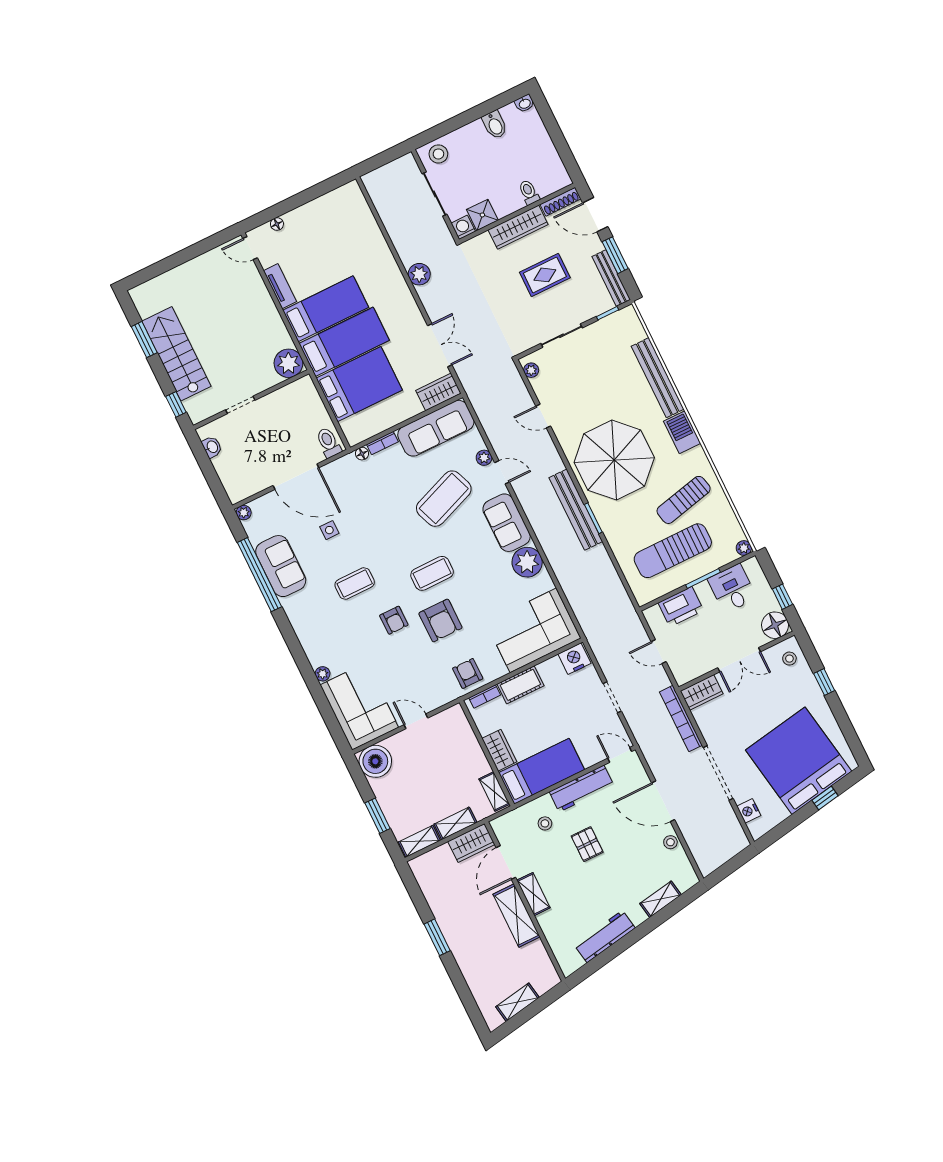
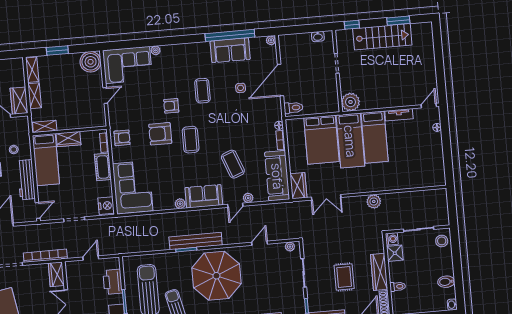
coffee table: (444, 499) -> (233, 164), width x0.73, depth x0.76
plant: (527, 562) -> (180, 204), width x0.53, depth x0.53

